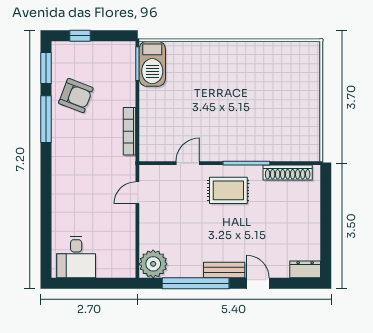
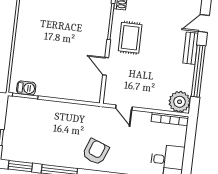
barbecue: (152, 64) -> (26, 88), width x0.53, depth x0.65
armchair: (76, 96) -> (96, 152), moved
bookcase: (130, 131) -> (170, 119), moved

